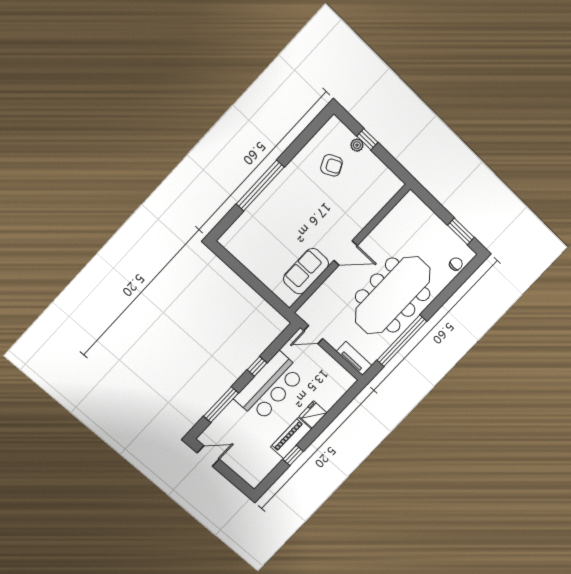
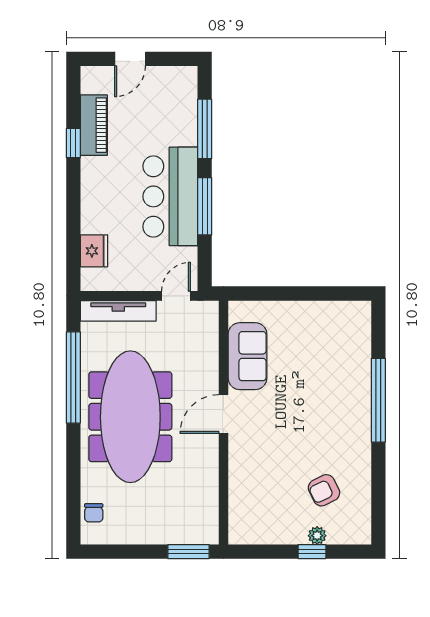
window: (461, 231) -> (188, 552), moved
tv unit: (354, 358) -> (118, 311), width x1.41
window: (257, 366) -> (205, 206), width x2.17
fridge: (313, 415) -> (94, 251), moved
piano: (291, 438) -> (94, 125), moved
door: (208, 456) -> (130, 59), moved

